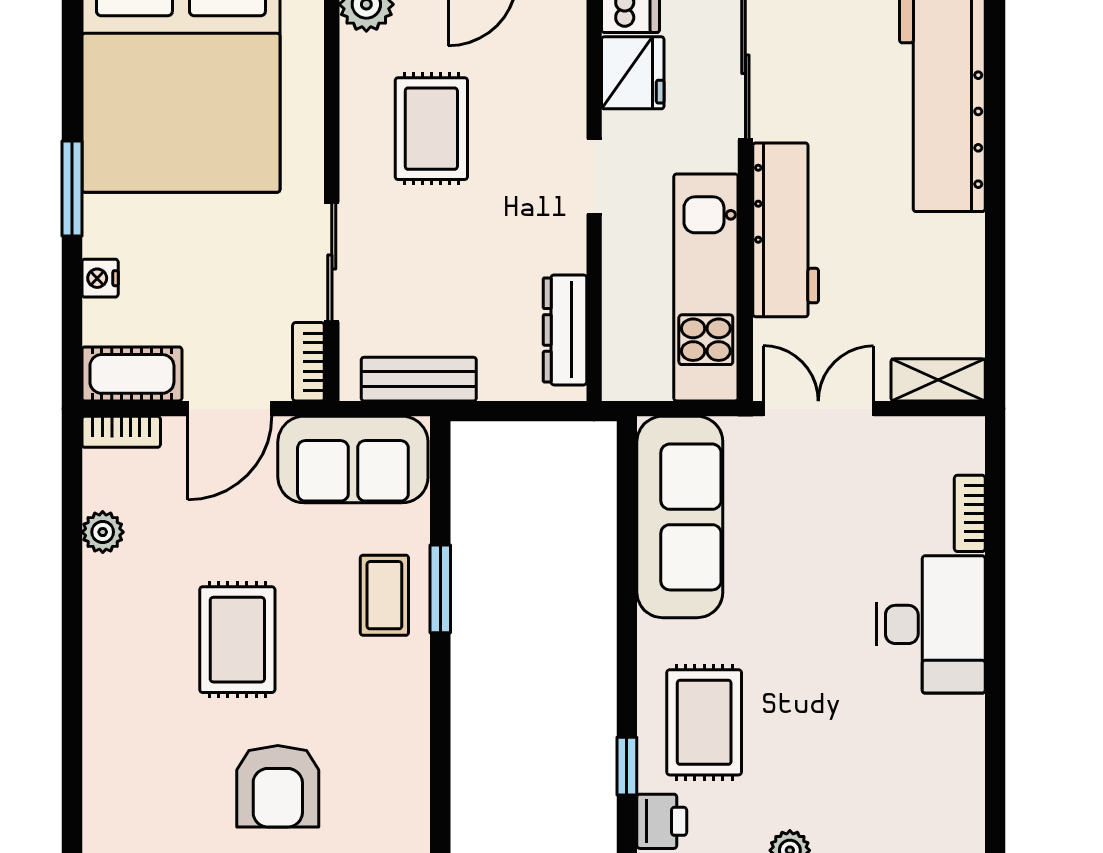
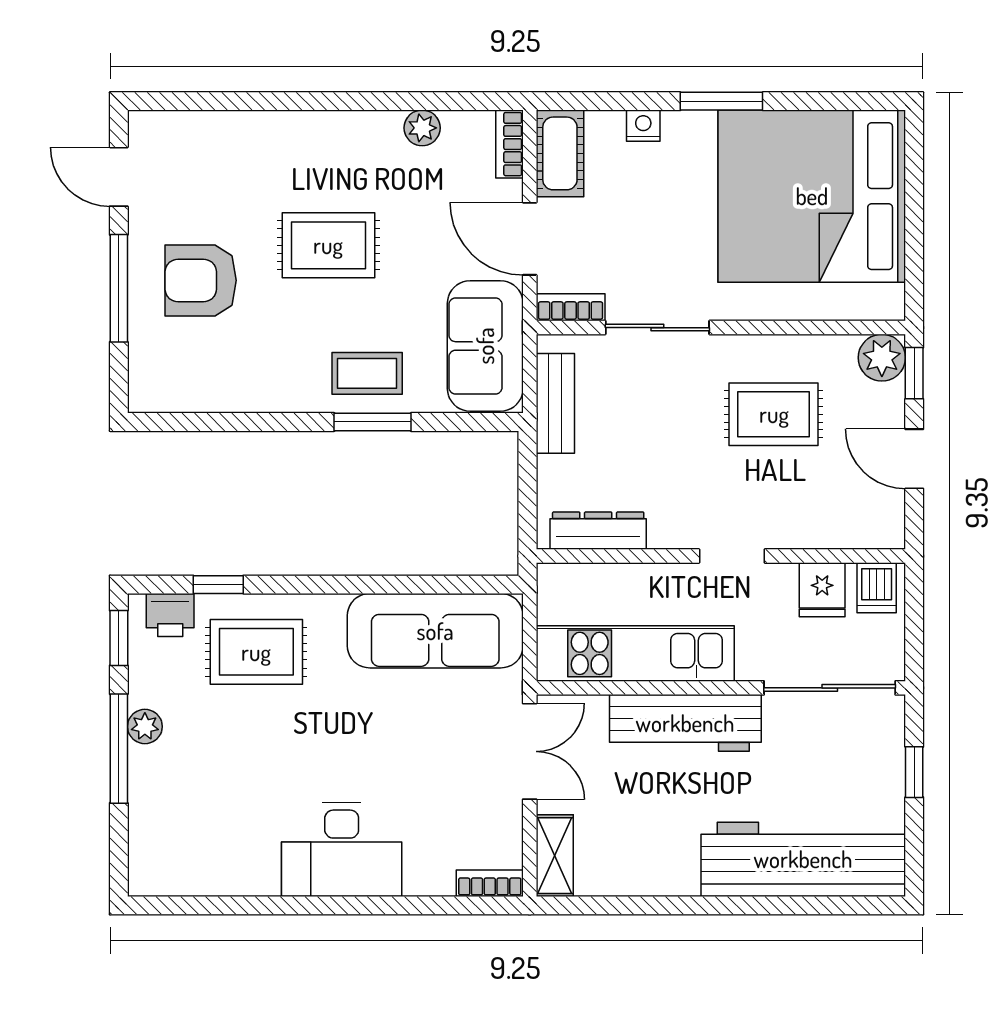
fridge: (633, 73) -> (822, 590), width x0.72
bookcase: (970, 513) -> (490, 883), moved

